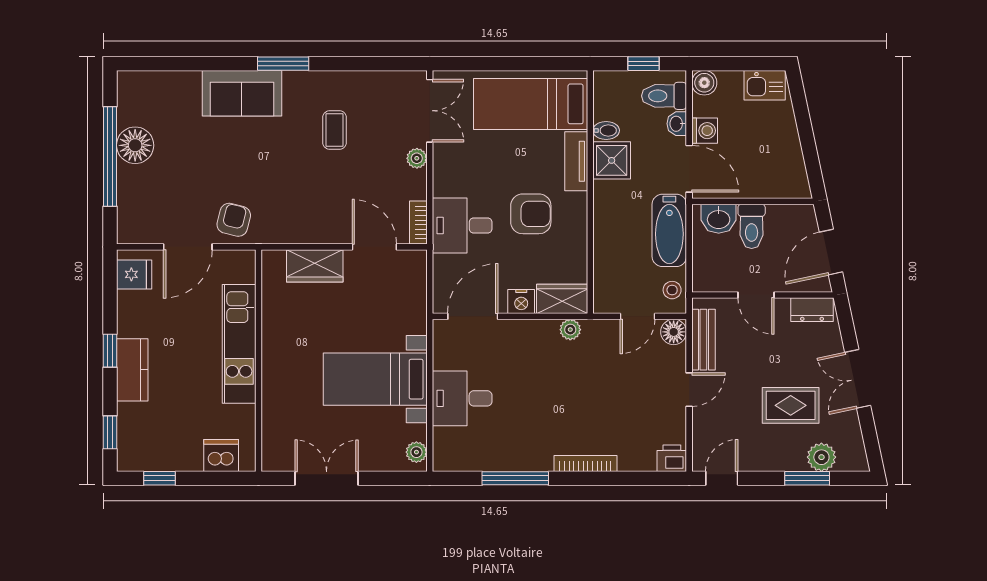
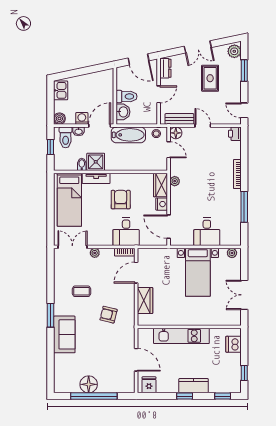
armchair: (234, 220) -> (109, 315), moved
plant: (821, 457) -> (234, 51), moved

